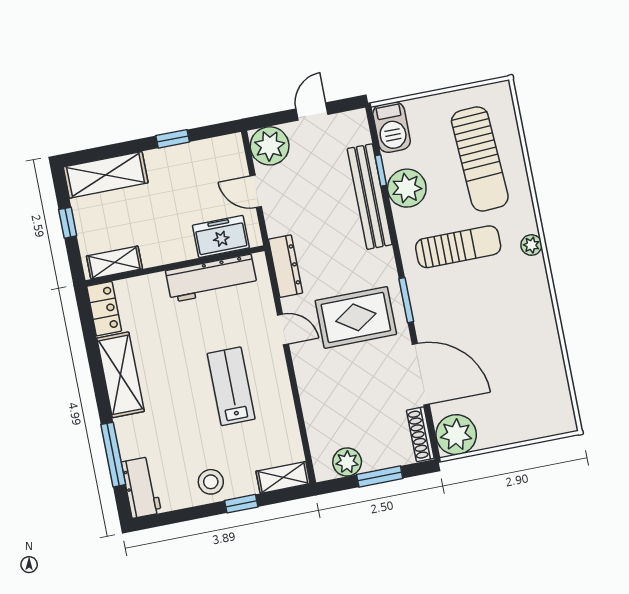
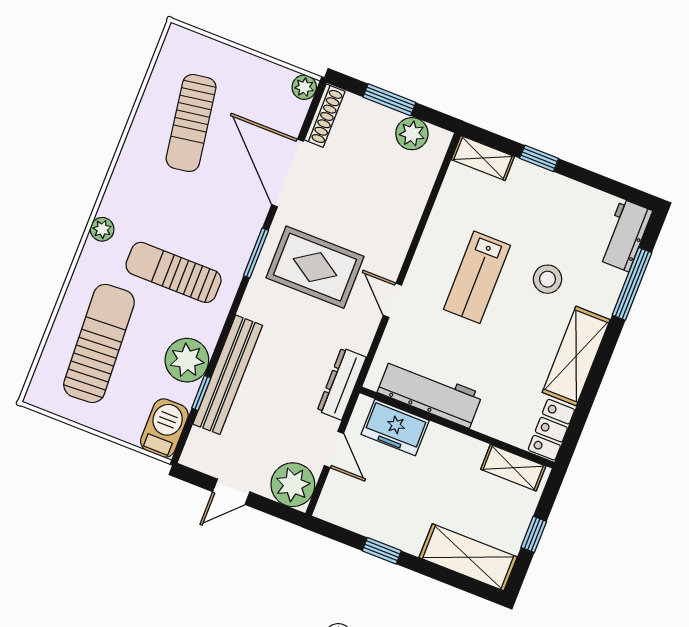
dresser: (286, 266) -> (342, 384), moved
sun lounger: (516, 366) -> (191, 123), added
plant: (456, 435) -> (304, 87), width x0.53, depth x0.53
stool: (211, 482) -> (547, 279), moved

